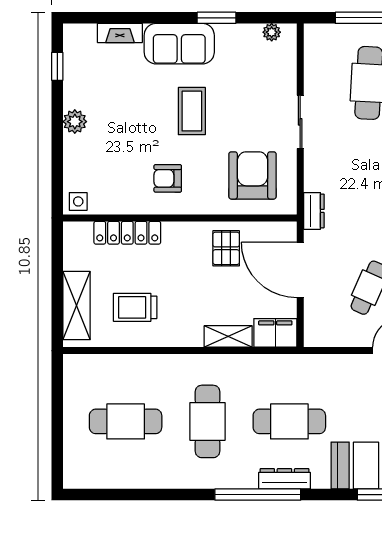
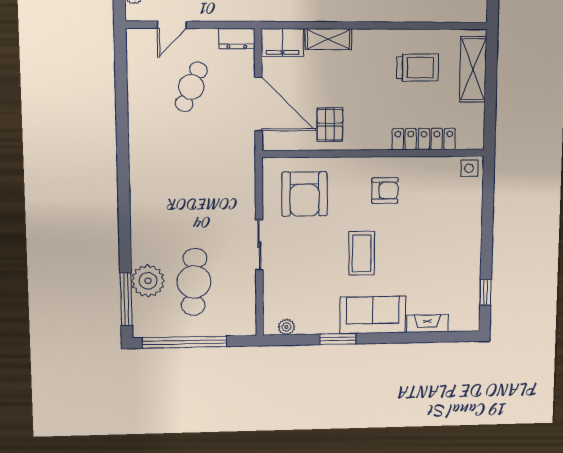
plant: (75, 122) -> (471, 242), removed
dresser: (314, 211) -> (237, 39), moved, turned -90

